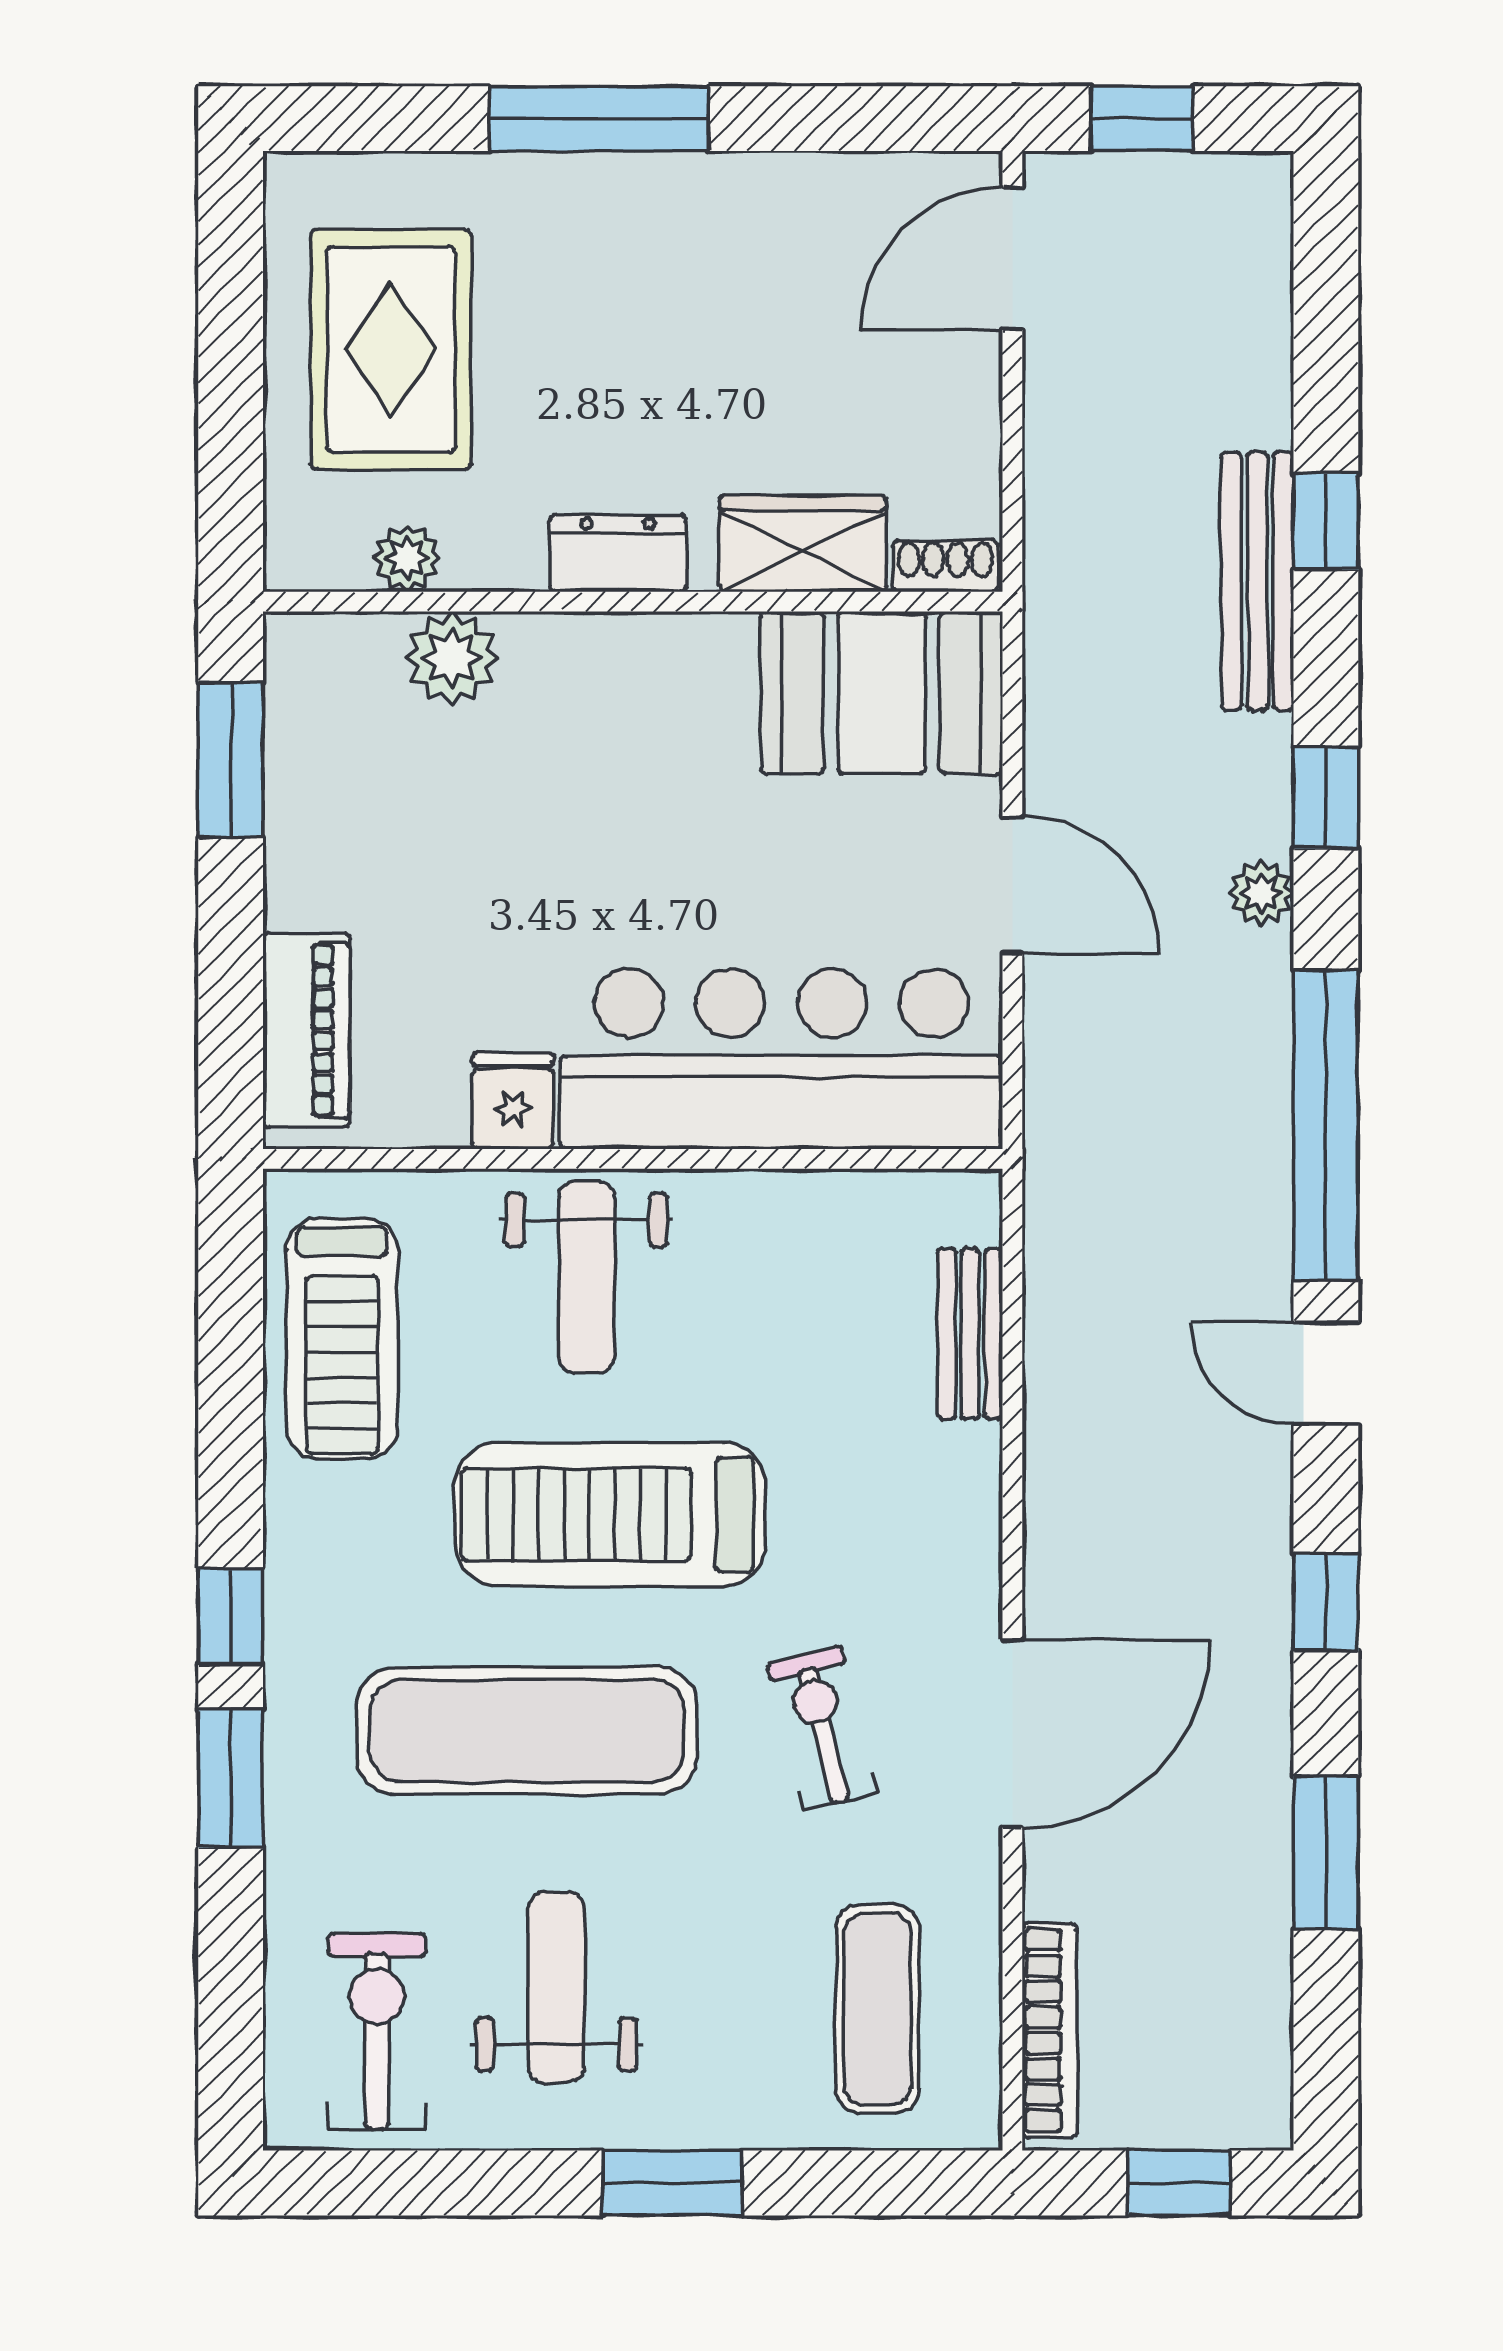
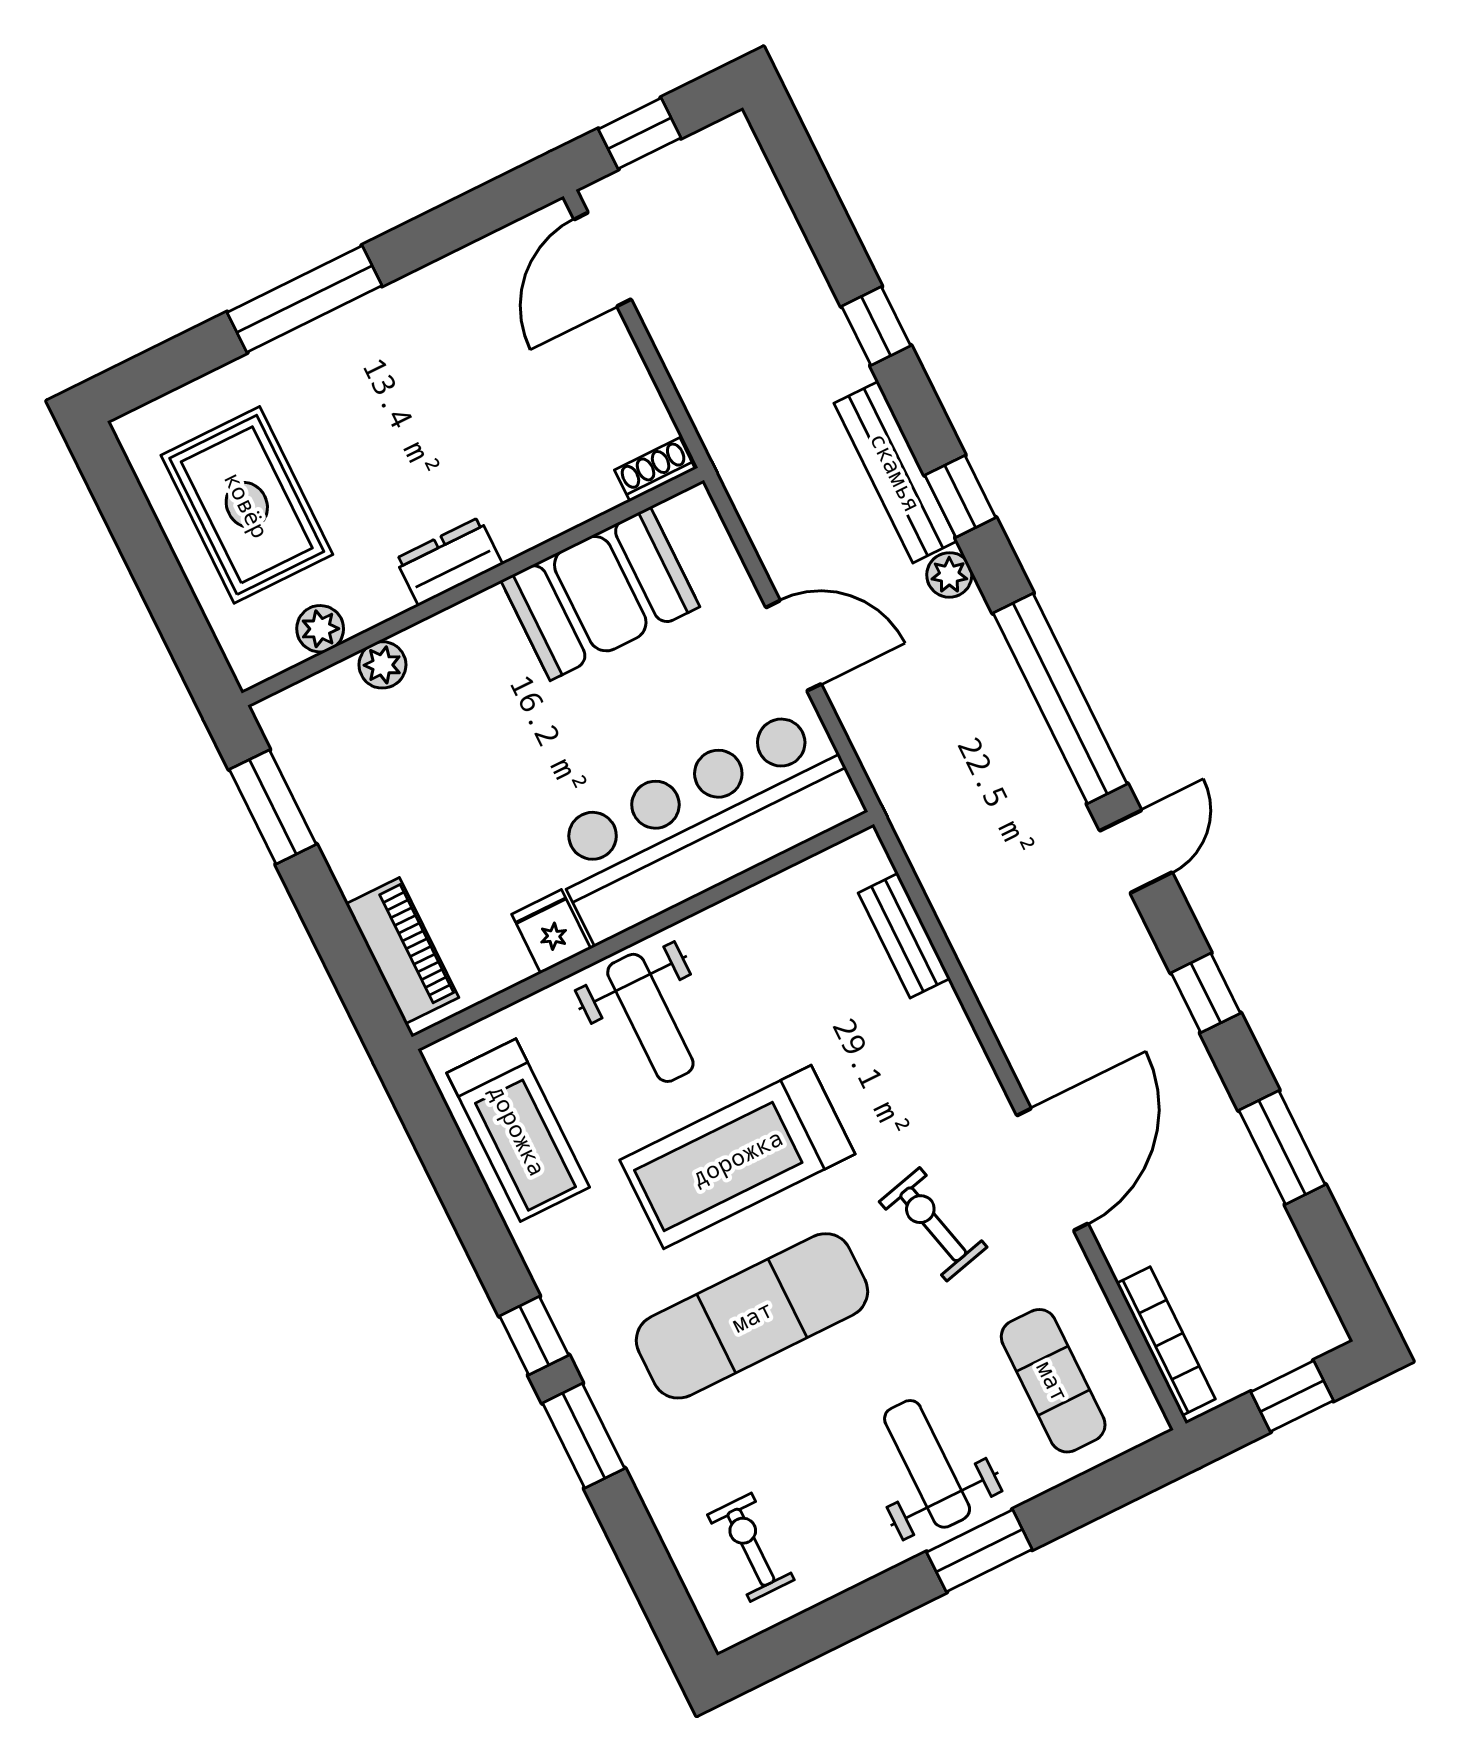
wardrobe: (803, 544) -> (560, 499), removed
bench: (1257, 581) -> (896, 472), moved
plant: (452, 658) -> (382, 665), width x0.73, depth x0.73
booth: (882, 693) -> (600, 594), moved
door: (1326, 1373) -> (1136, 852), swing flipped
weight bench: (556, 1987) -> (927, 1464), moved
exercise bike: (377, 2031) -> (751, 1547), width x0.73, depth x0.72

